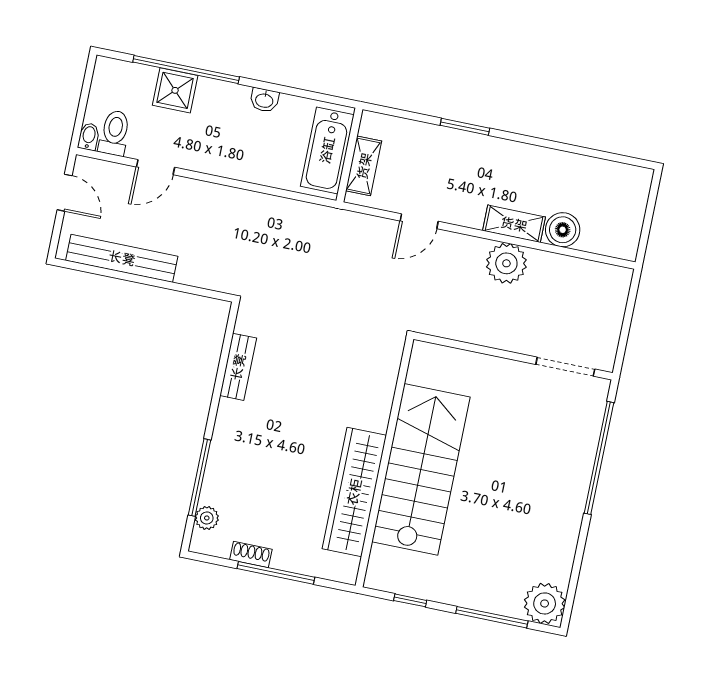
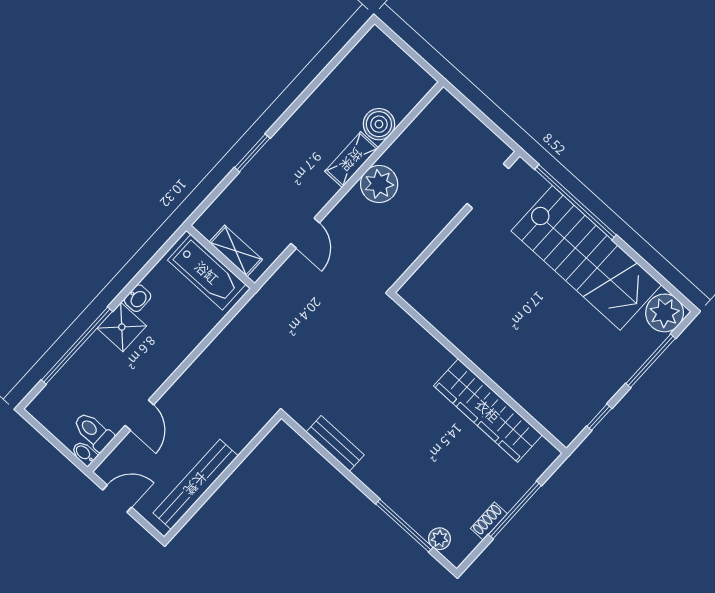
shower: (175, 90) -> (122, 327), moved
stairs: (421, 469) -> (586, 258), moved, turned 180

